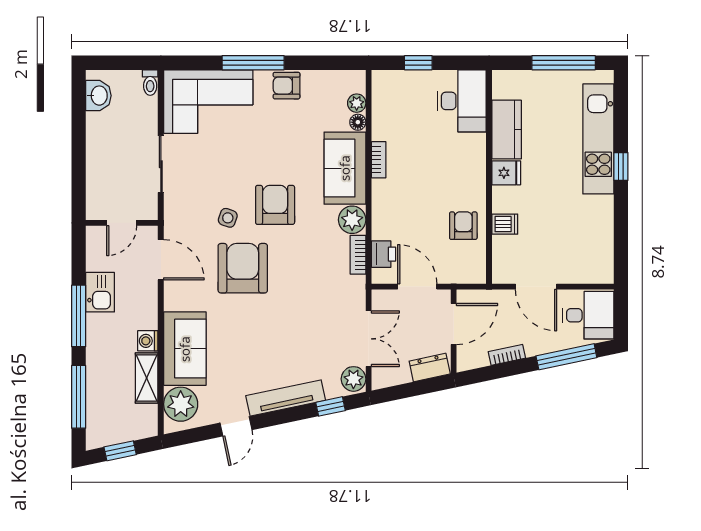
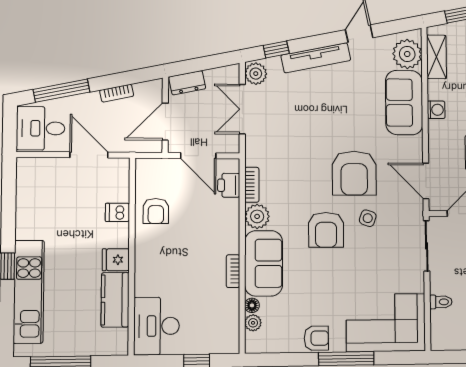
toilet: (150, 83) -> (441, 302), moved, turned 90
sliding door: (161, 164) -> (427, 246), moved
shelving: (147, 378) -> (436, 57), moved

